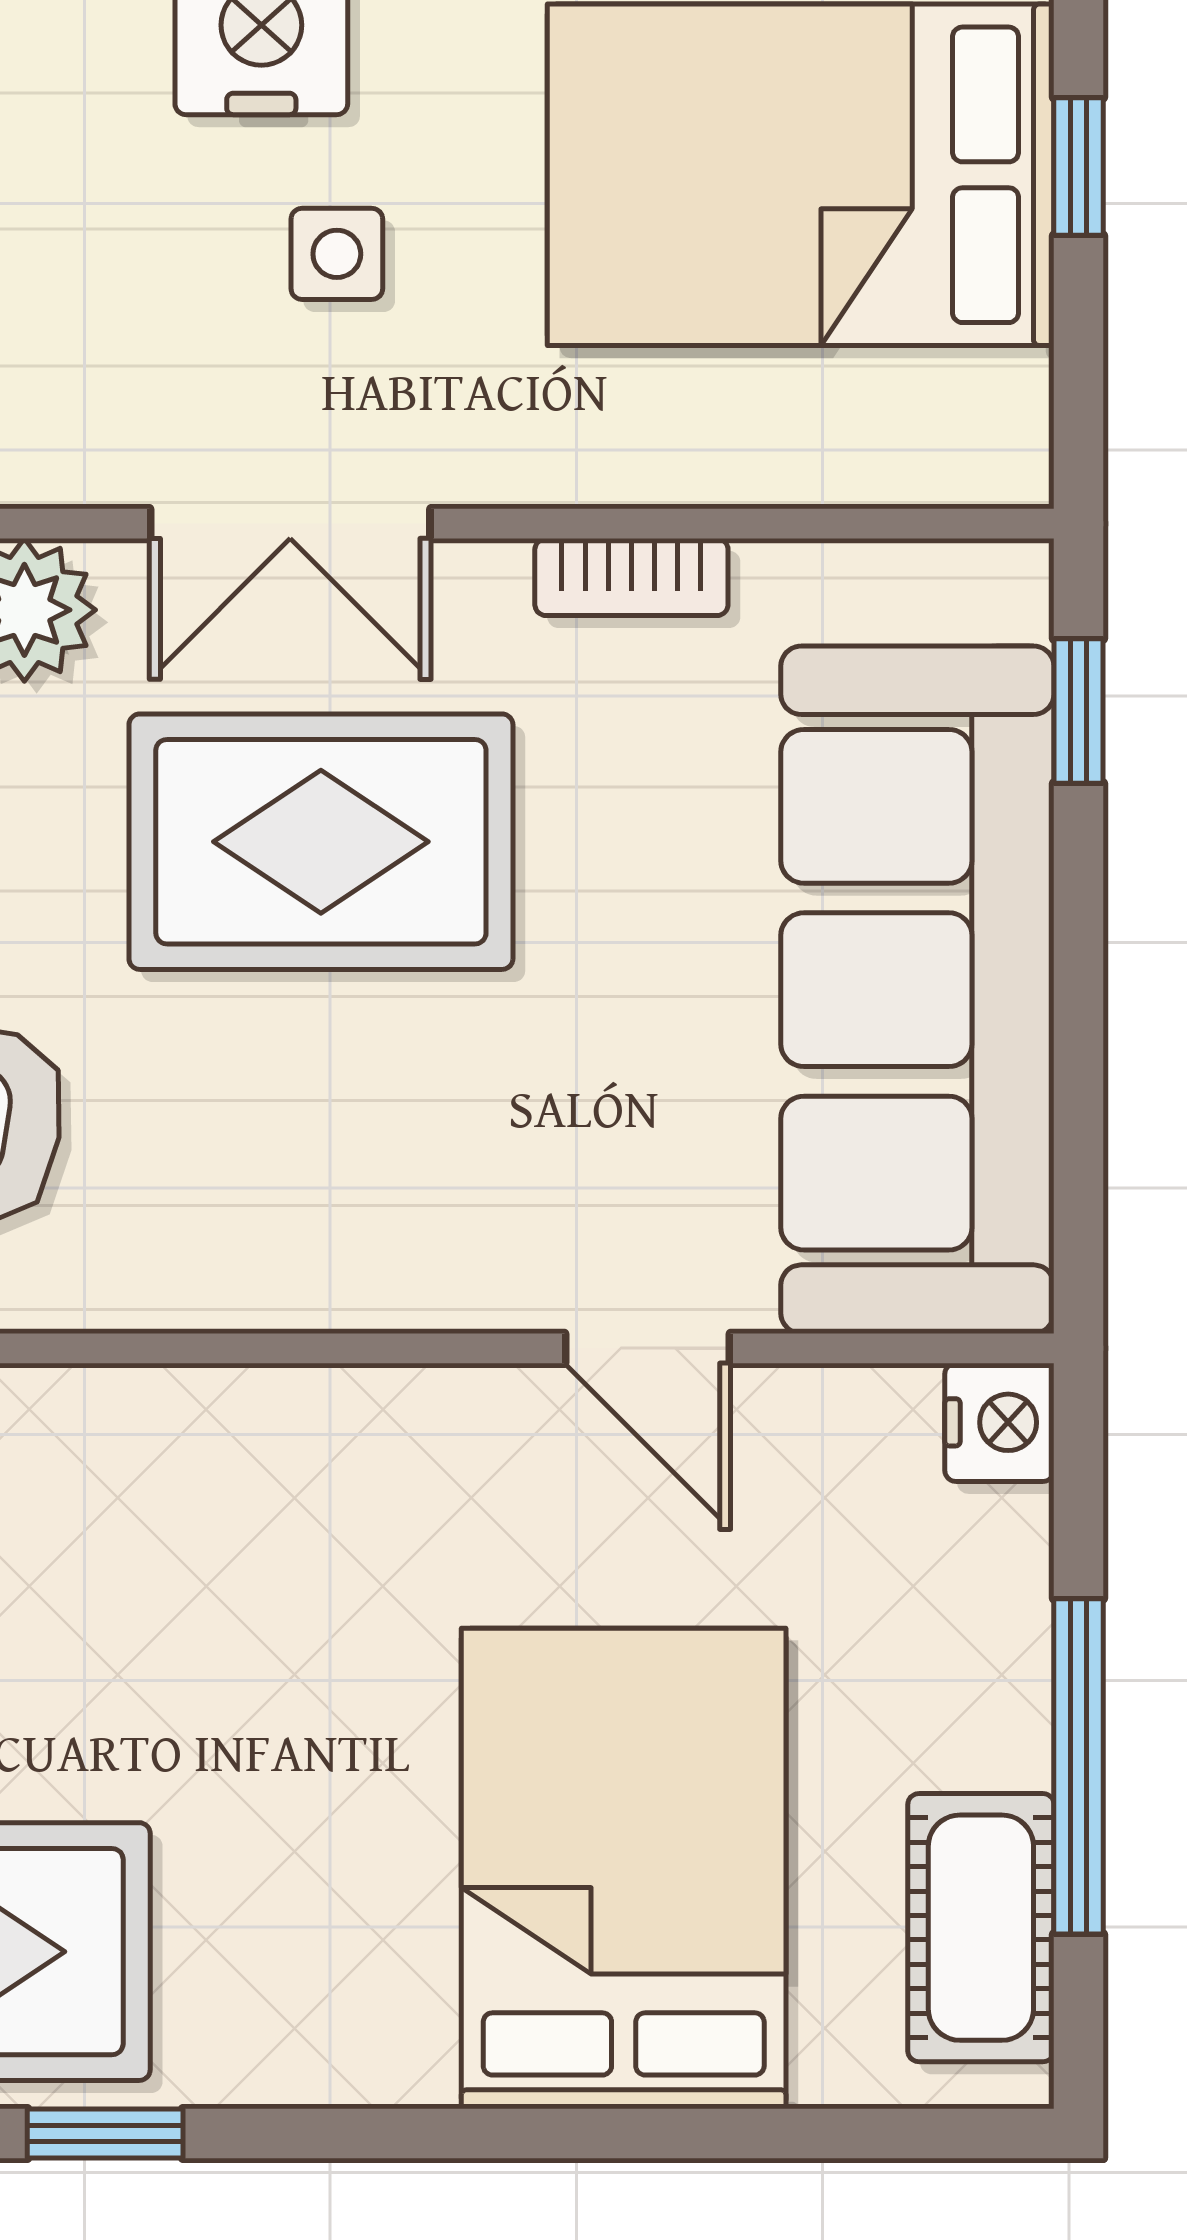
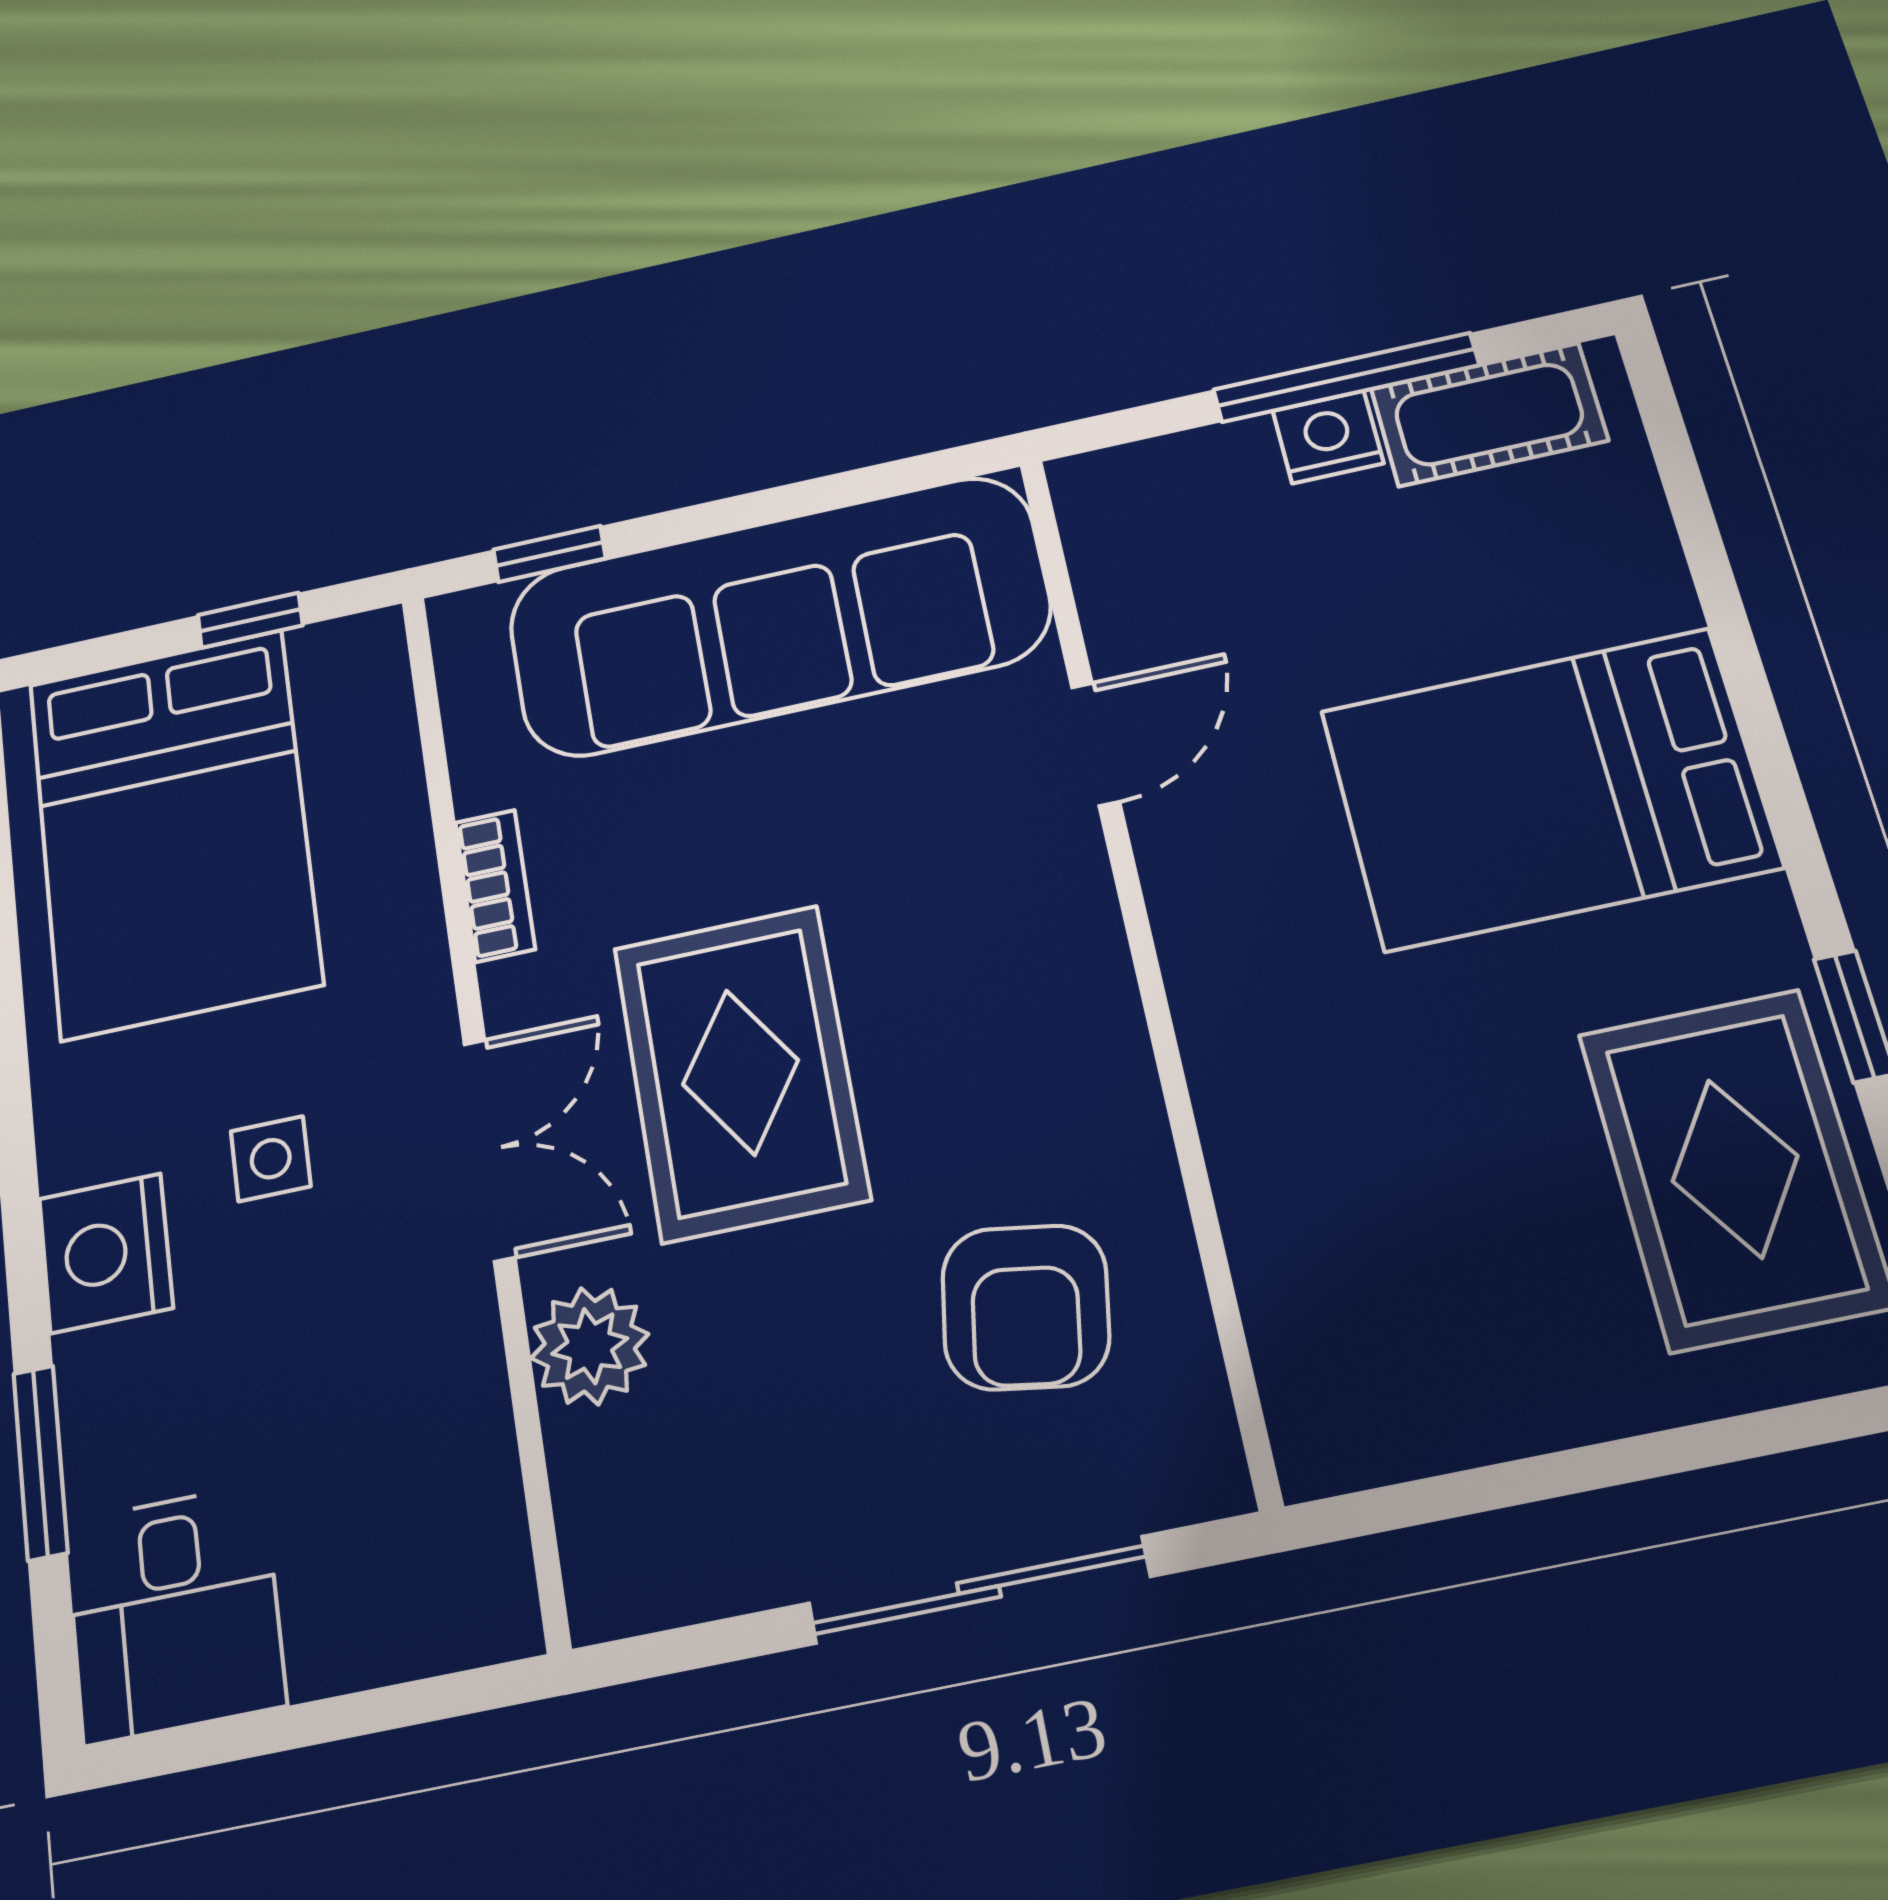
window: (1079, 166) -> (250, 620), moved
nightstand: (999, 1422) -> (1328, 437), moved
bed: (624, 1868) -> (1549, 788), moved

